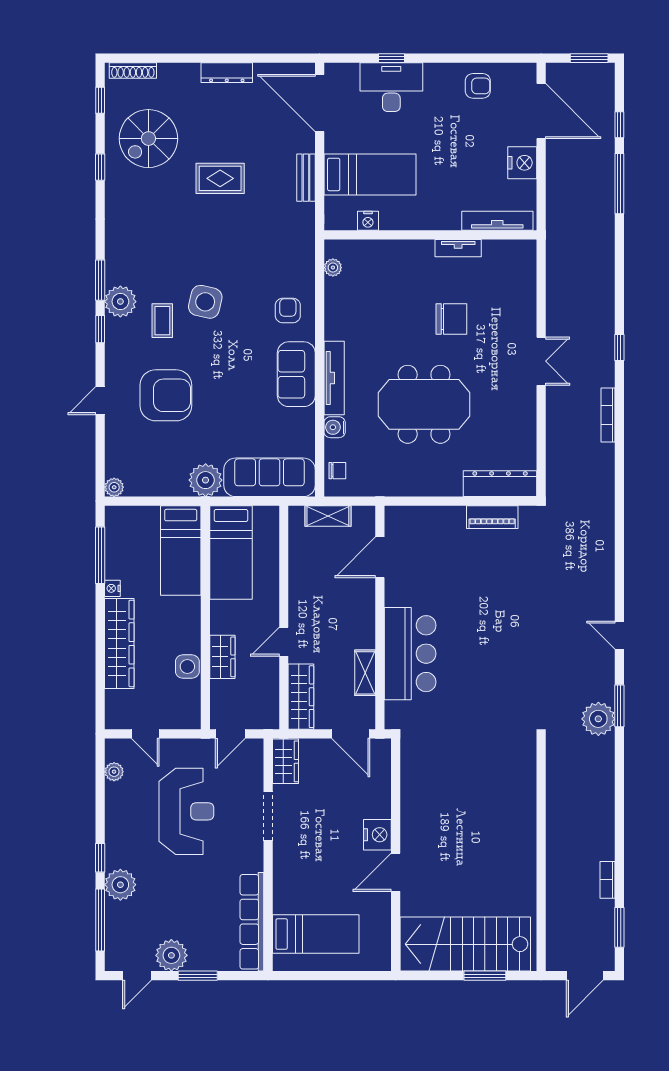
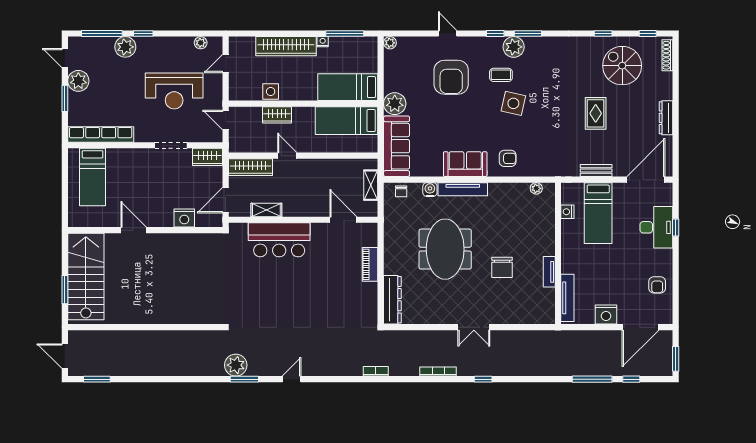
piano: (492, 517) -> (370, 264), moved
nightstand: (377, 835) -> (184, 218), moved
bookcase: (608, 880) -> (376, 371), moved

